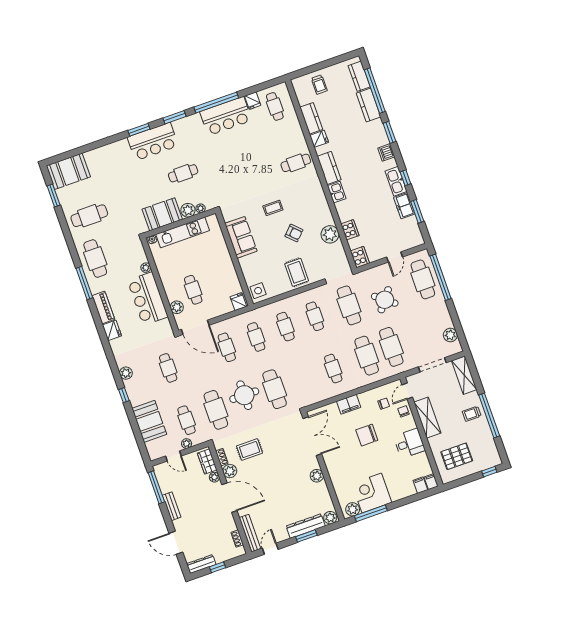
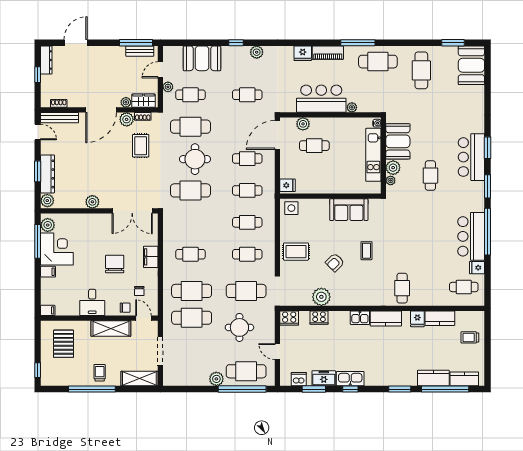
dishwasher: (386, 152) -> (299, 379), moved
round table: (385, 300) -> (239, 327), turned -38
plant: (450, 335) -> (216, 379), moved
filing cabinet: (420, 485) -> (48, 272), moved
bench: (172, 506) -> (140, 51), moved

